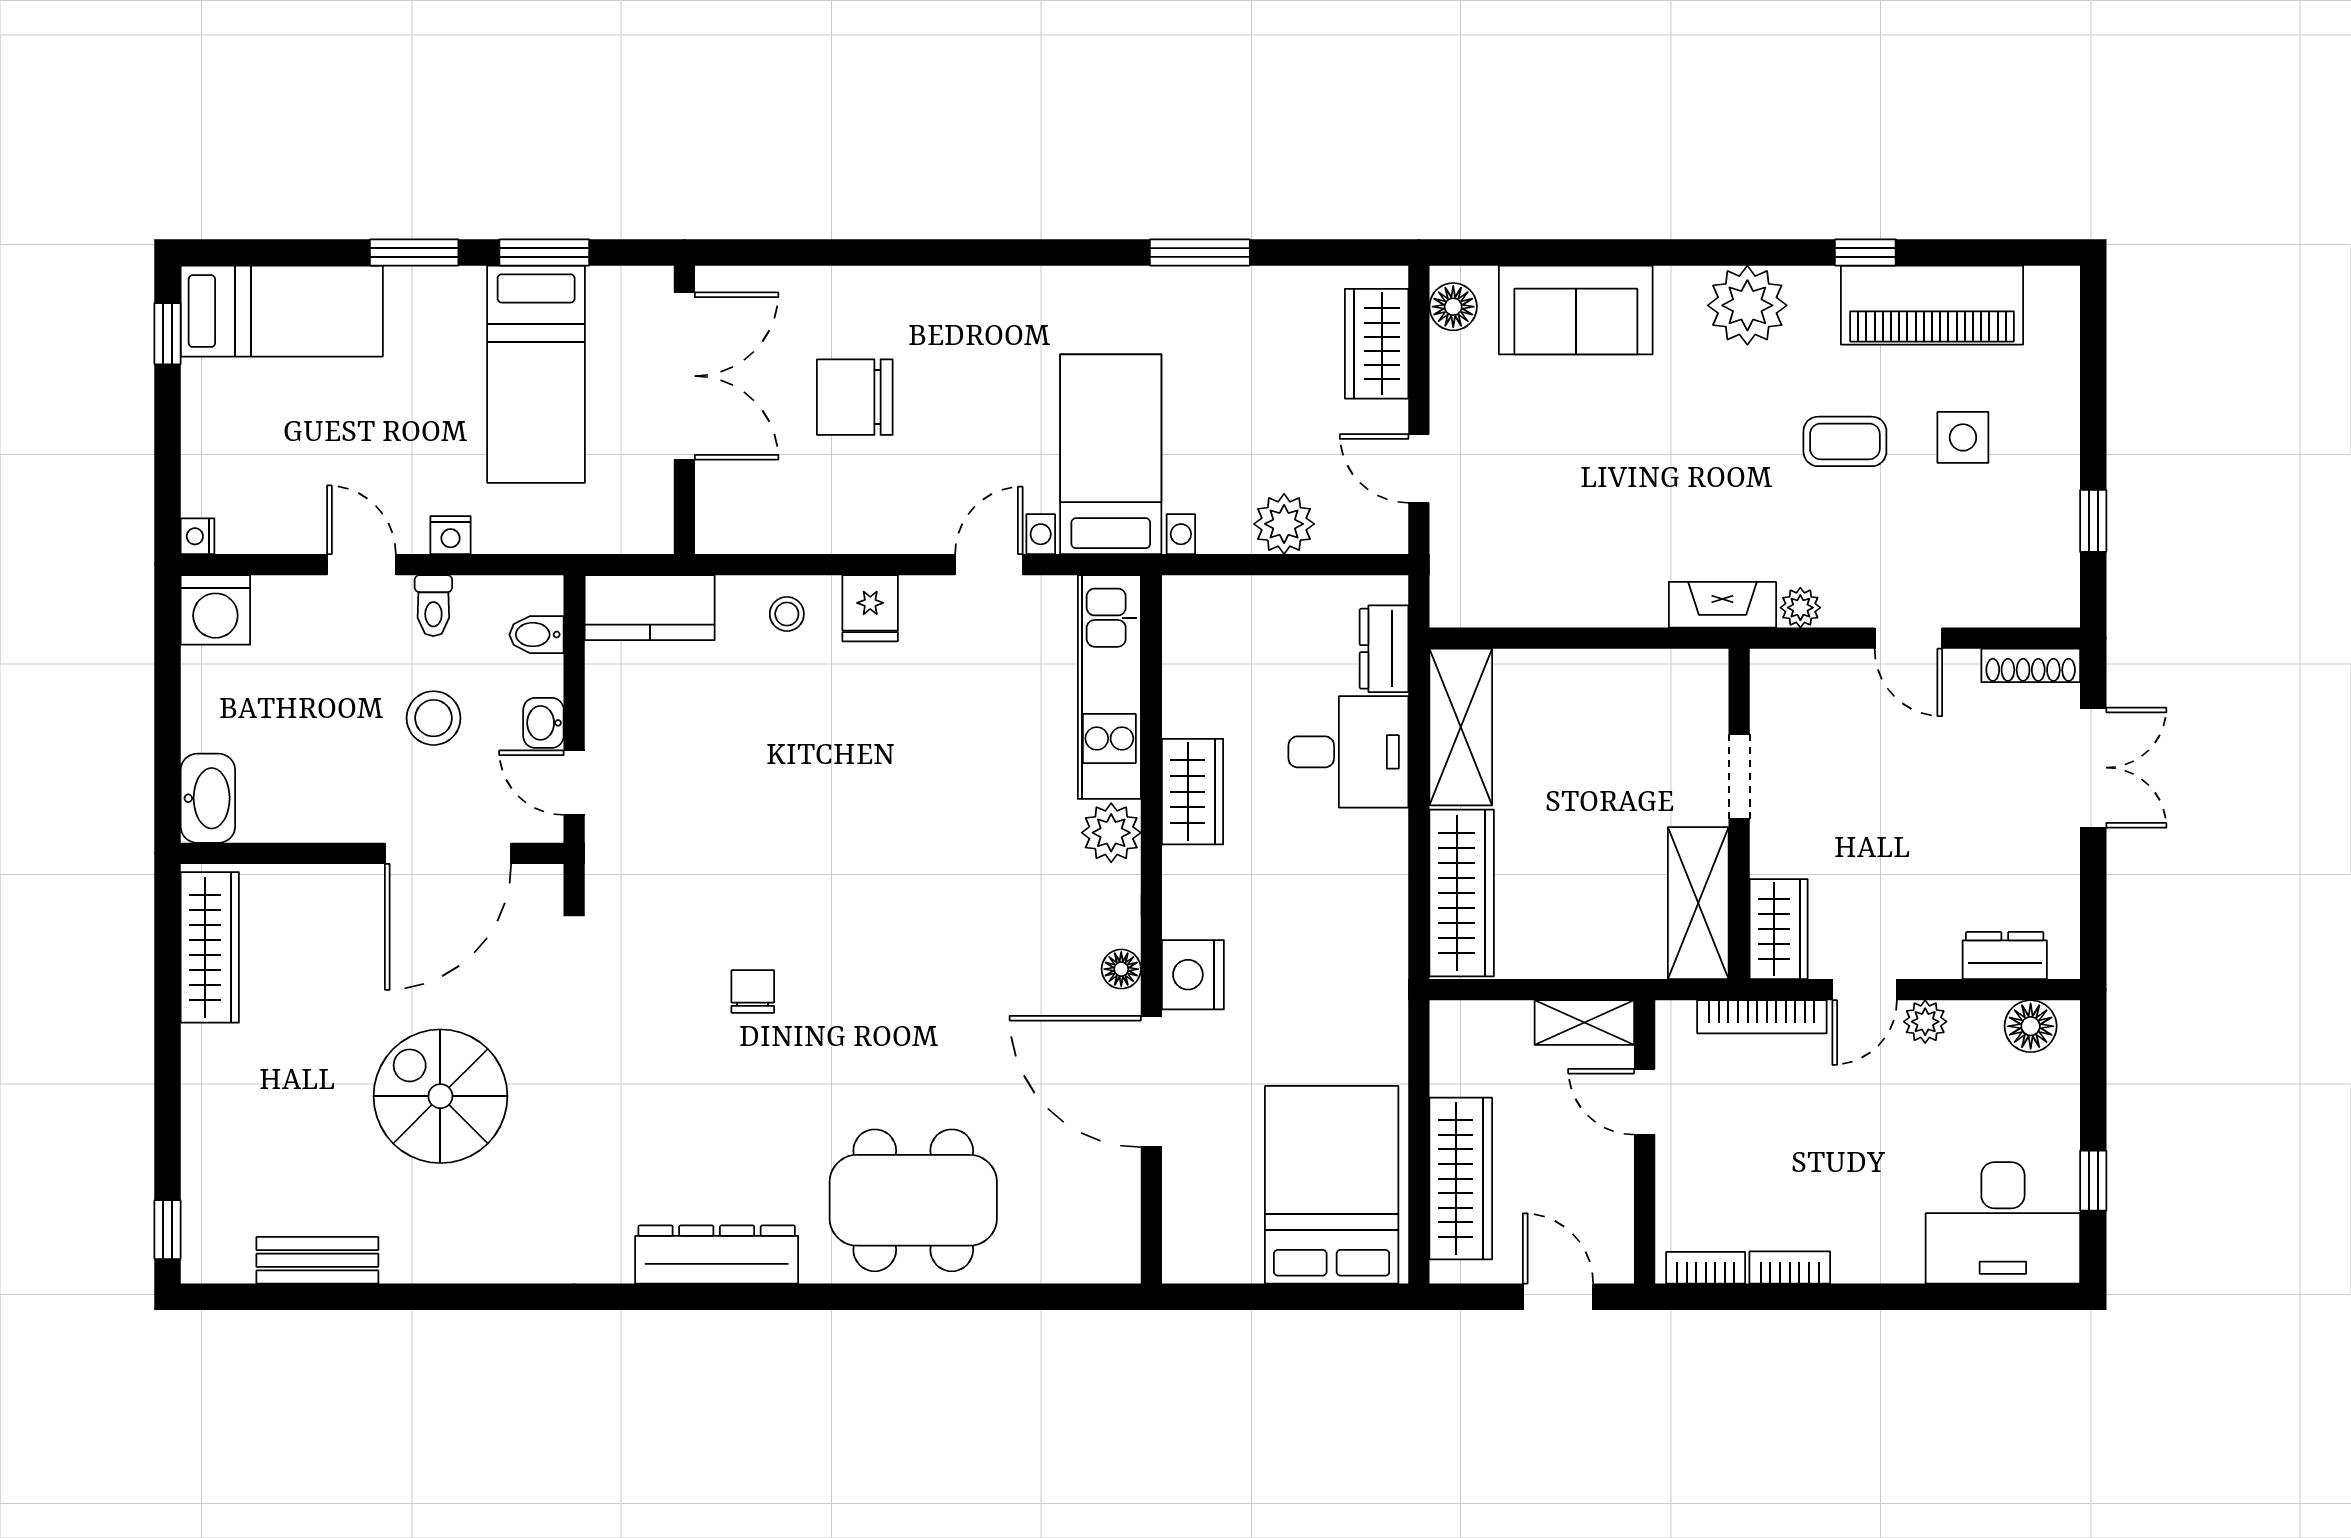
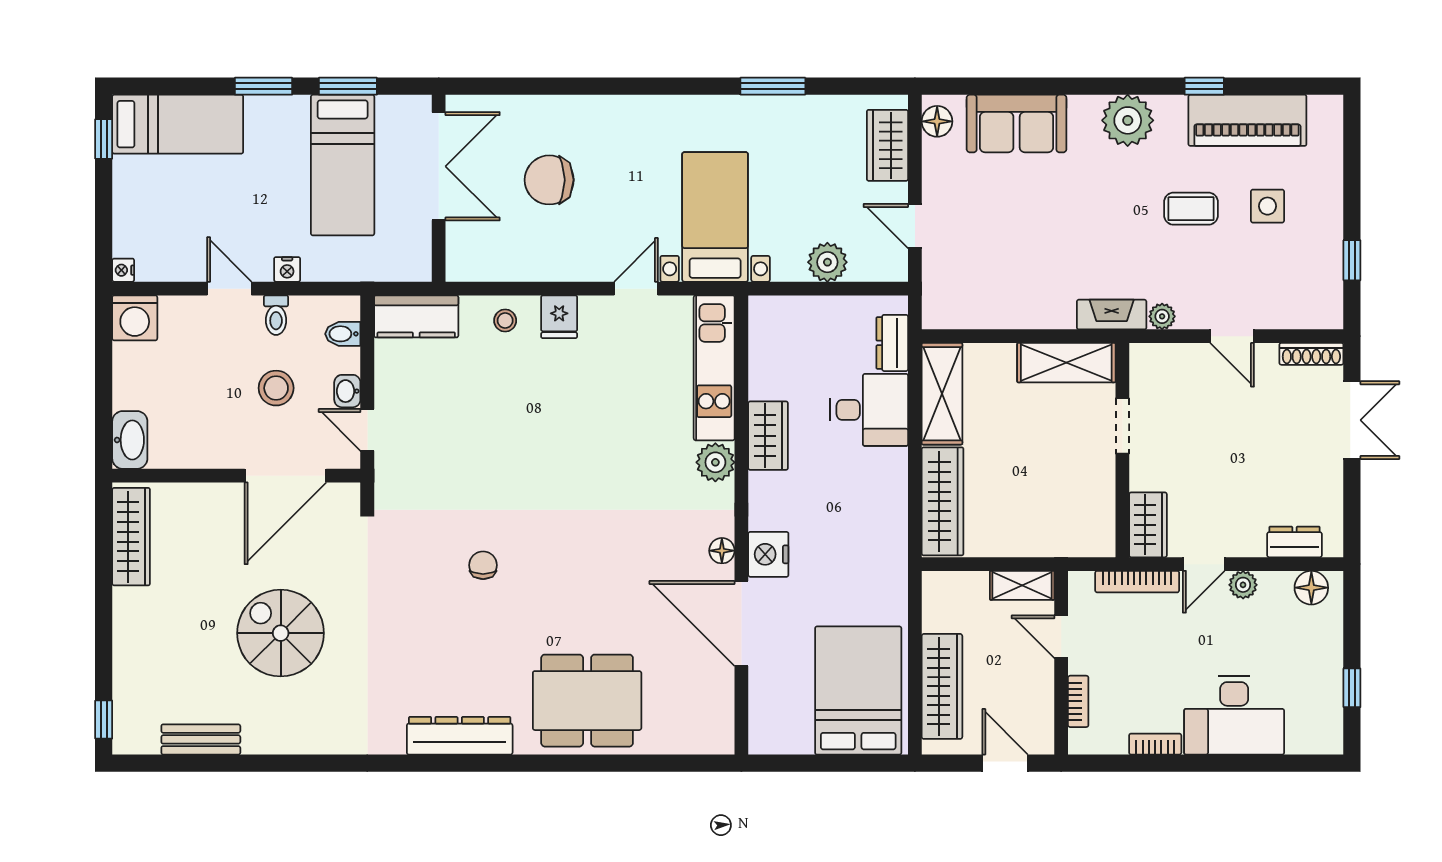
shelving: (1698, 903) -> (1066, 363), moved, turned 90
desk: (2003, 1223) -> (1234, 715), moved
bookcase: (1706, 1268) -> (1078, 701), moved, turned 90

